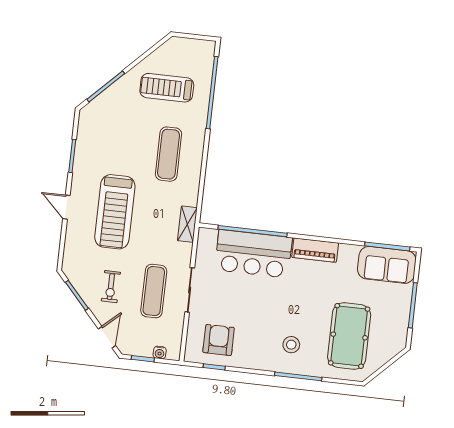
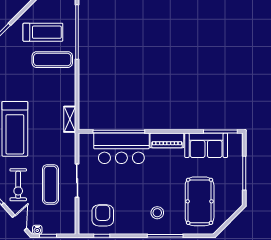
treadmill: (167, 88) -> (43, 32), turned 180
exercise mat: (169, 154) -> (52, 60), moved, turned 90
shelving: (187, 224) -> (70, 119), moved
sofa: (387, 265) -> (206, 145), moved
exercise bike: (111, 287) -> (18, 185), width x1.38, depth x1.39
water cooler: (160, 353) -> (37, 230), moved

